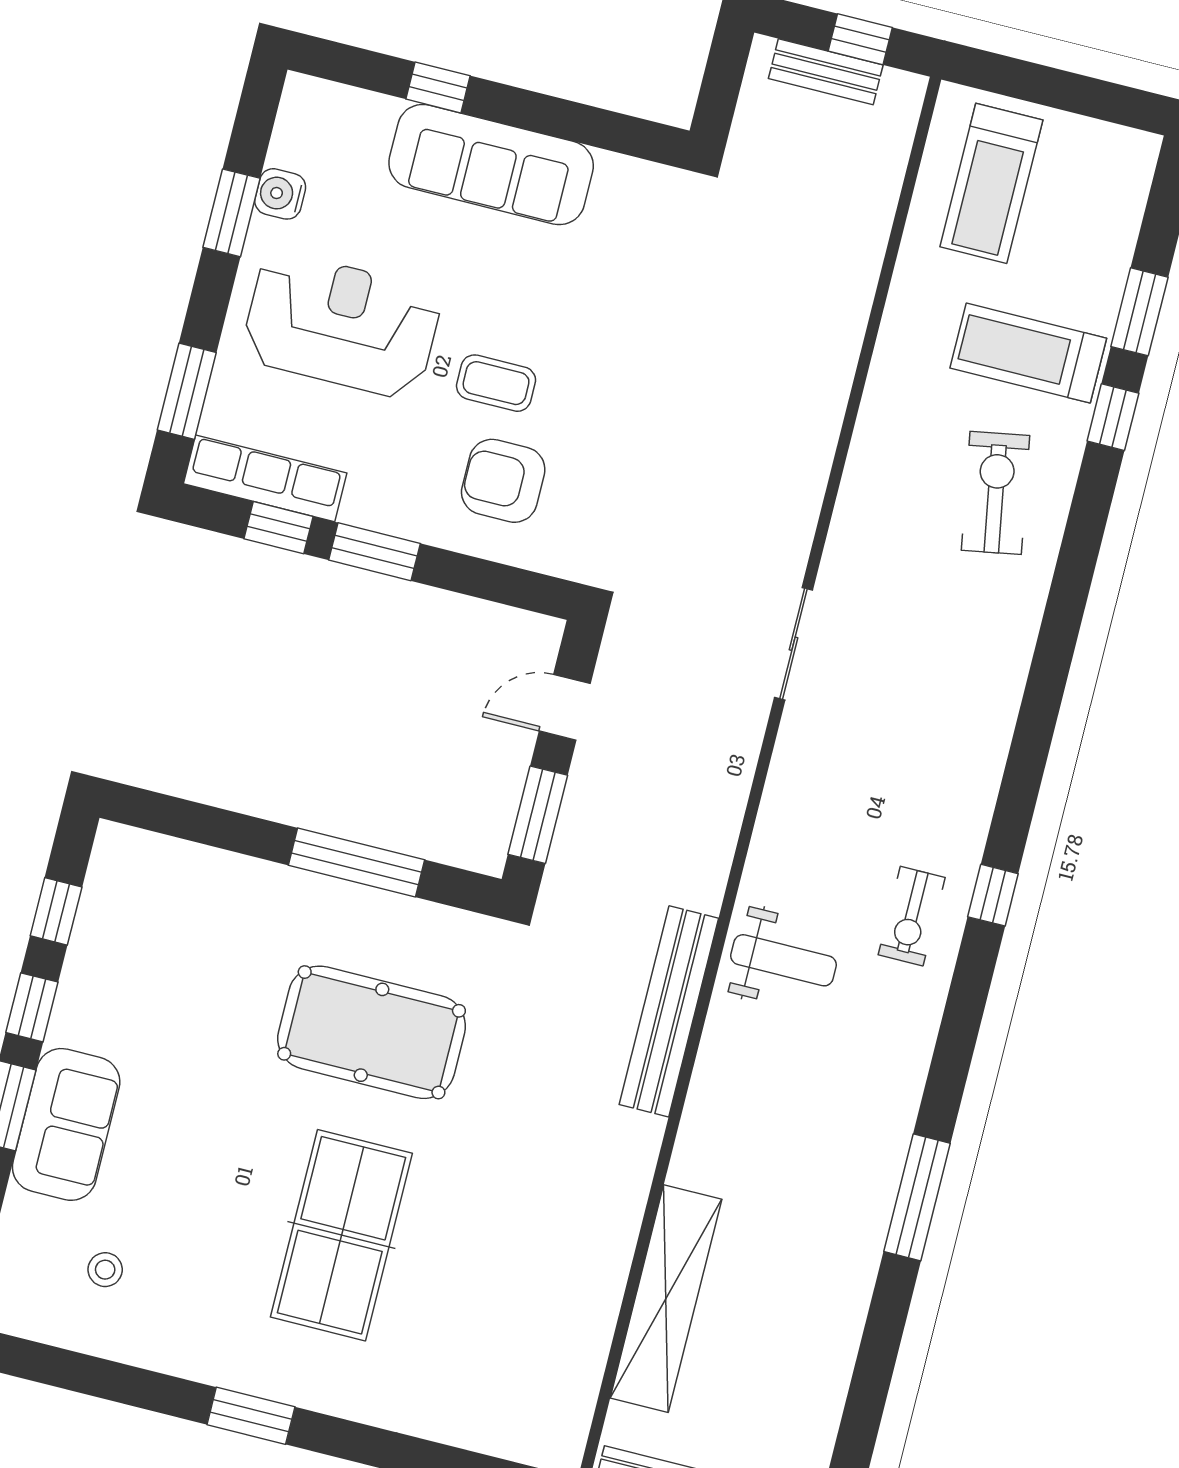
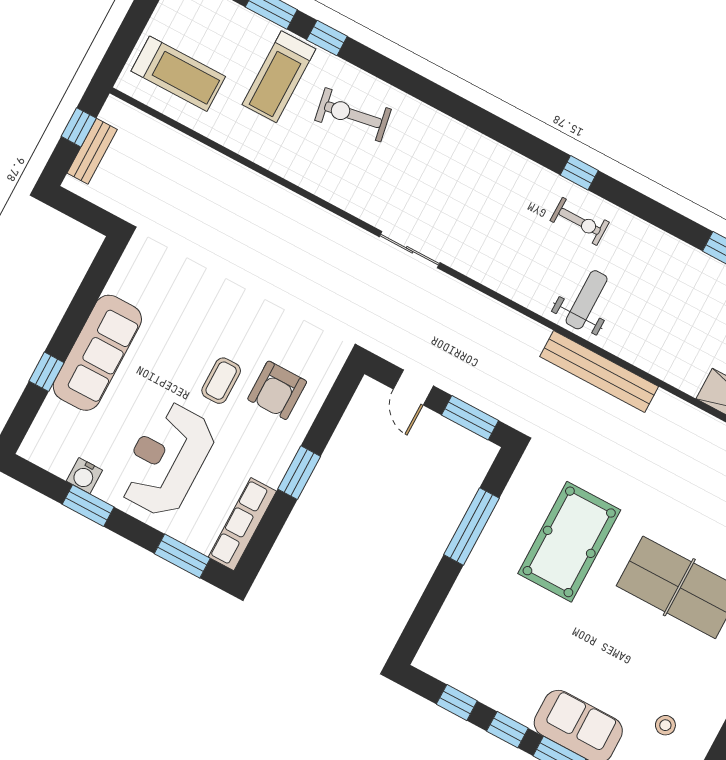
window: (278, 528) -> (272, 523), removed

